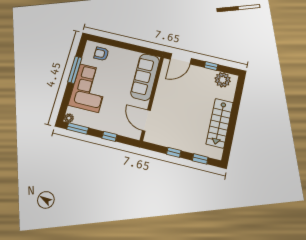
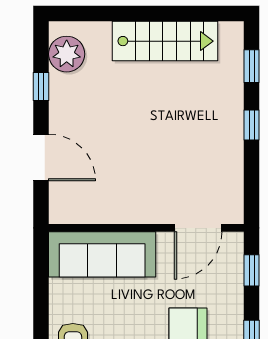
sofa: (145, 77) -> (102, 254), moved
wall: (152, 98) -> (146, 228), moved
door: (146, 120) -> (198, 228), moved

